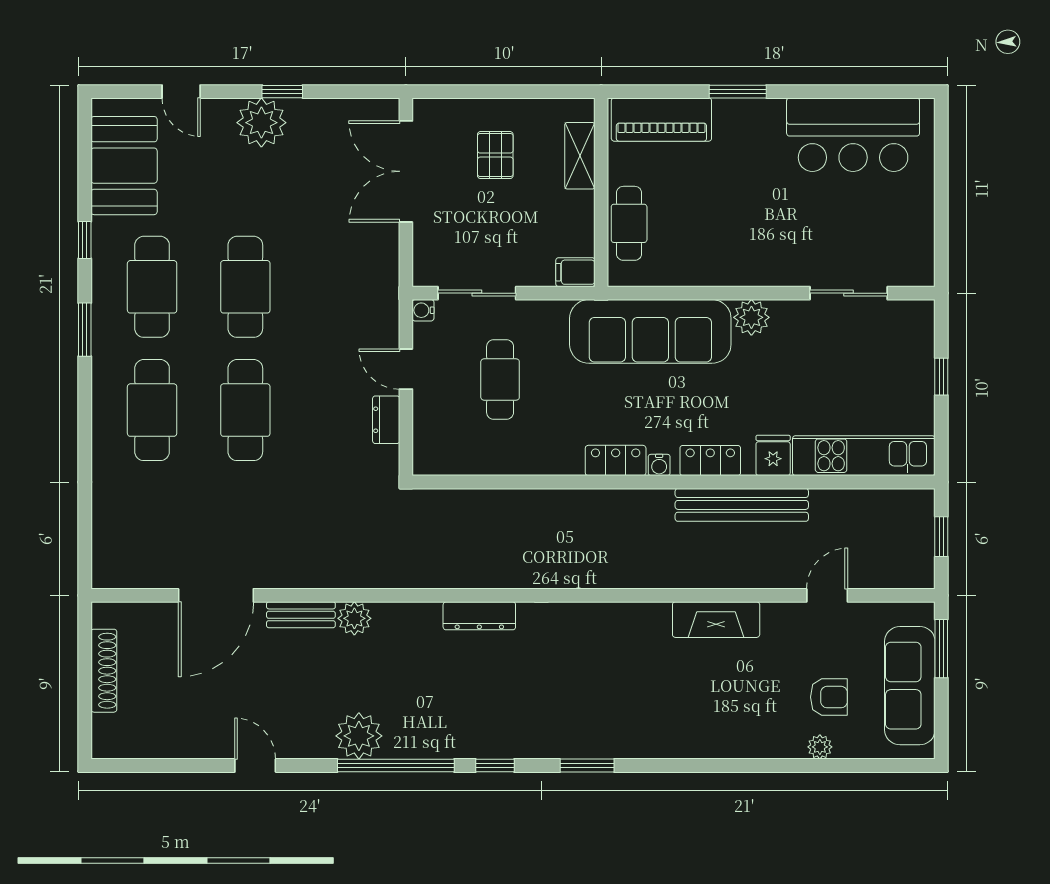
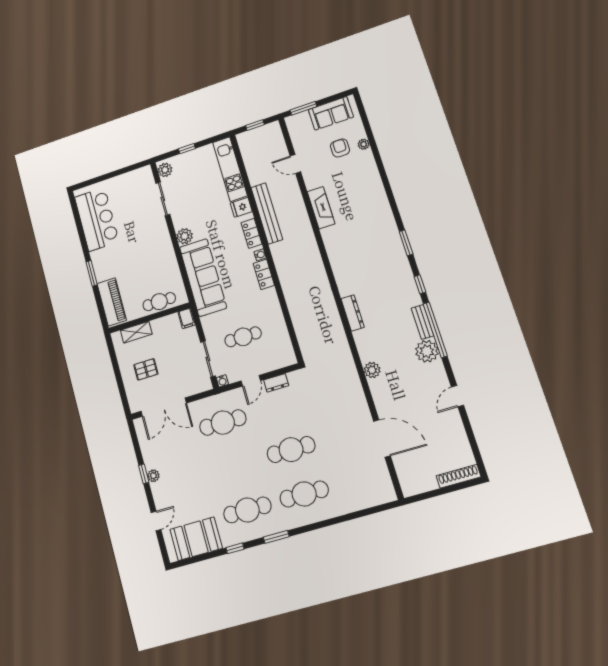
plant: (261, 123) -> (153, 476), width x0.53, depth x0.53
cafe table: (245, 287) -> (223, 423), moved
plant: (911, 316) -> (165, 170), added
bench: (301, 615) -> (422, 322), moved
shoe rack: (104, 671) -> (458, 476), moved
sofa: (910, 686) -> (331, 113), width x0.73

